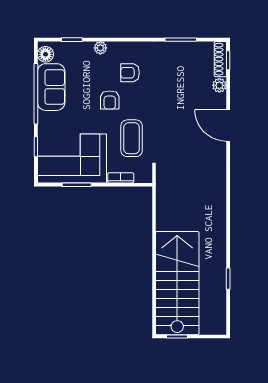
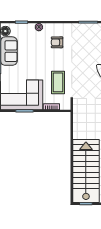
armchair: (110, 100) -> (45, 59), removed

